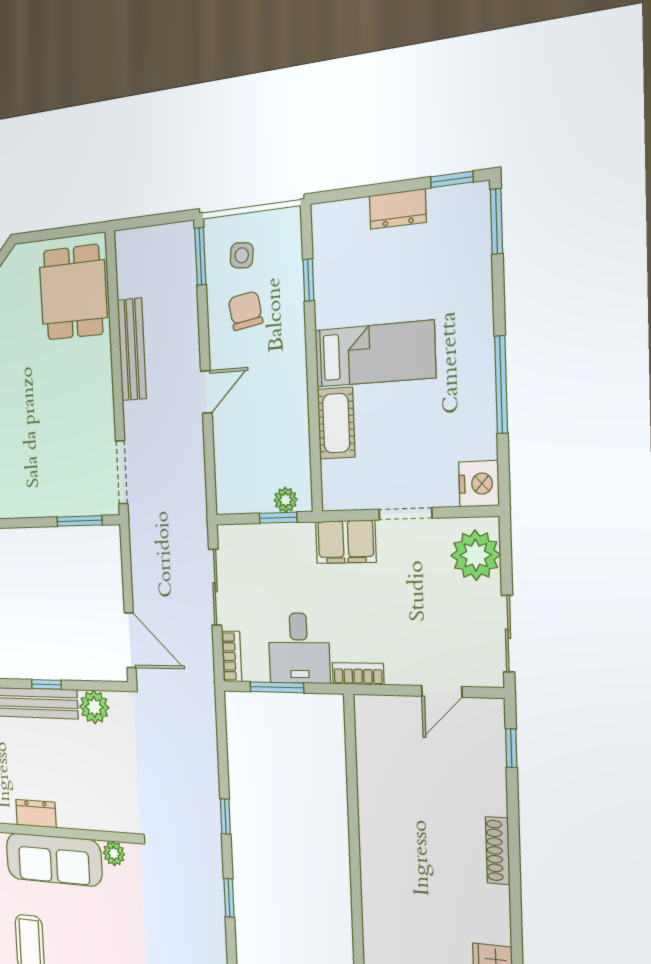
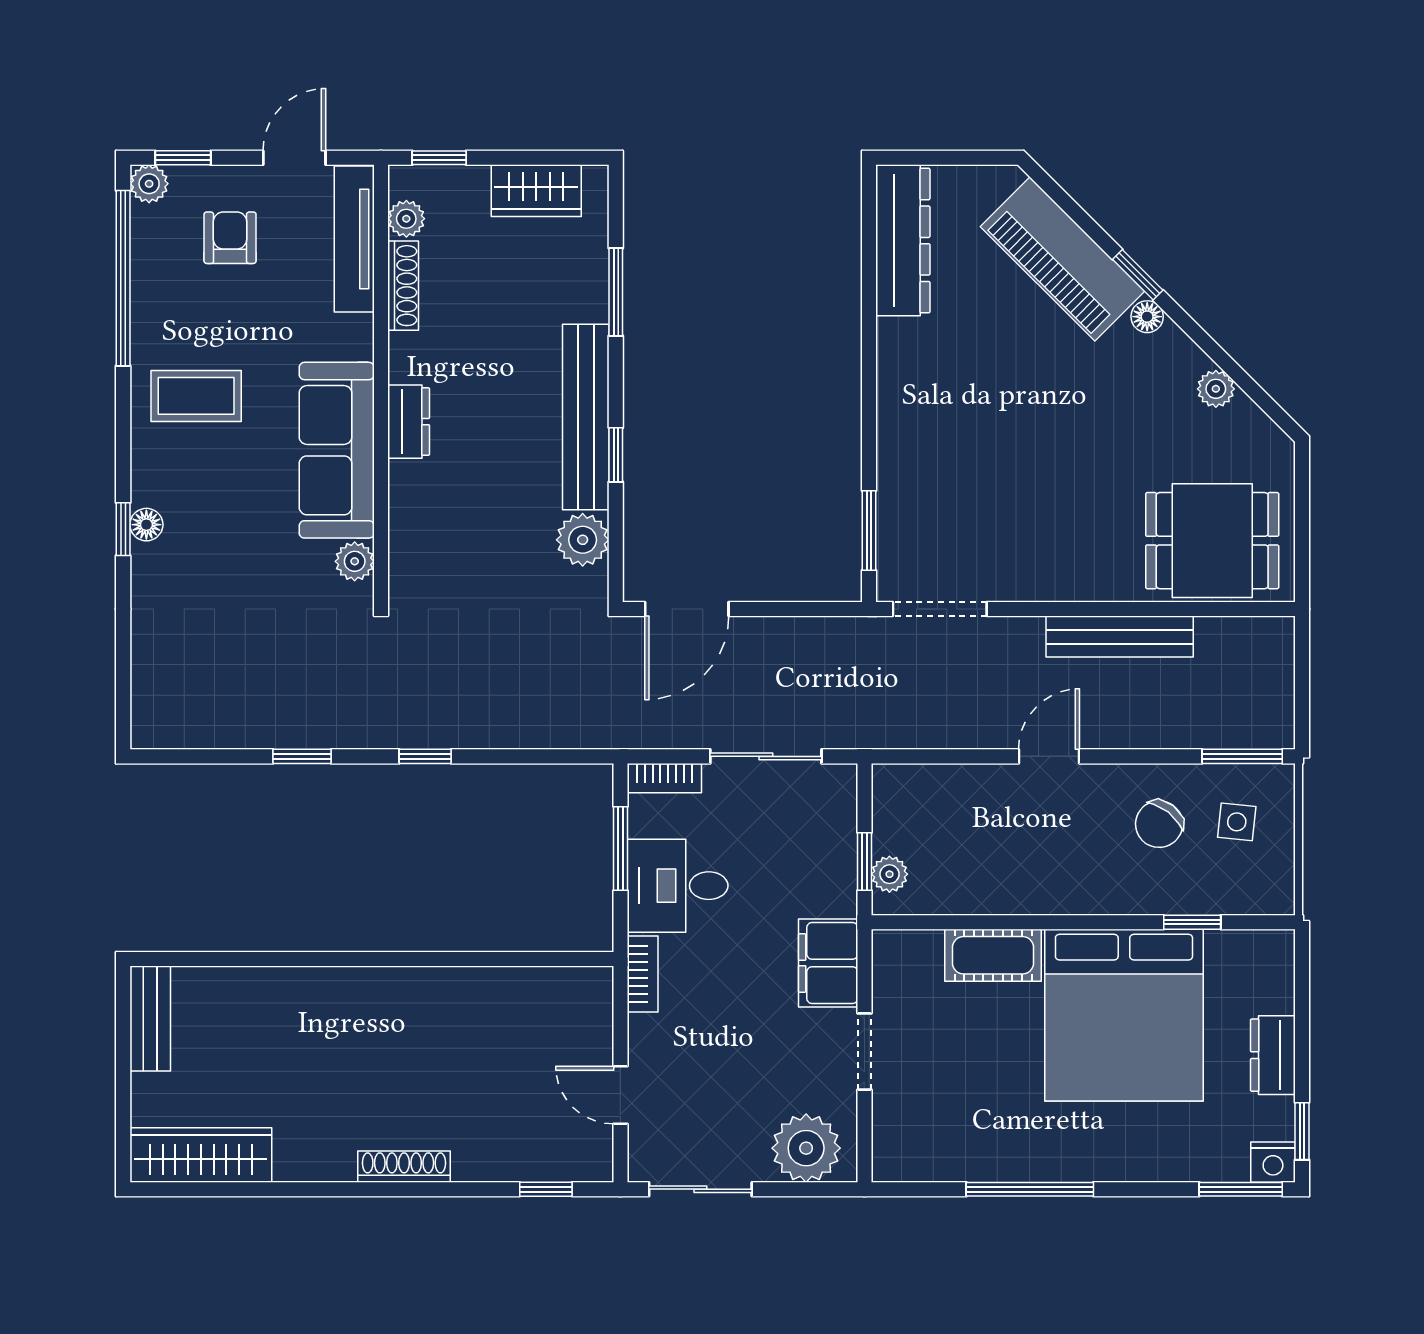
chair: (245, 311) -> (1159, 824), turned 137
bed: (375, 354) -> (1124, 1015), width x2.04
door: (206, 392) -> (1049, 756), swing flipped
nightstand: (479, 484) -> (1273, 1162), moved, width x0.74, depth x0.75

